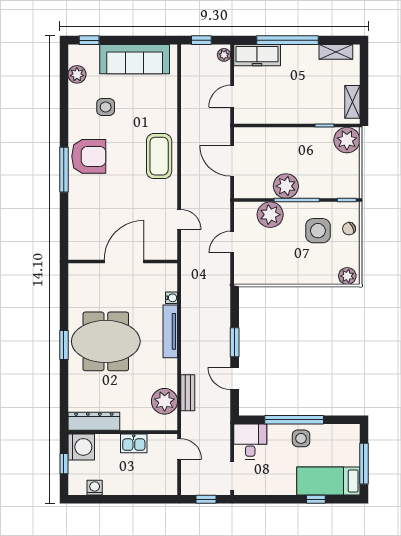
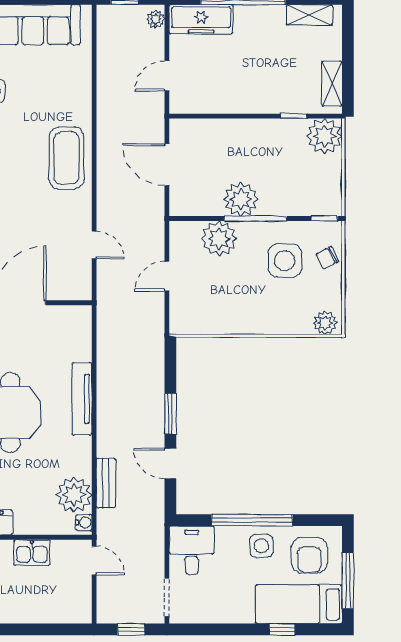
water cooler: (172, 298) -> (84, 522), moved
armchair: (336, 445) -> (309, 555), added

